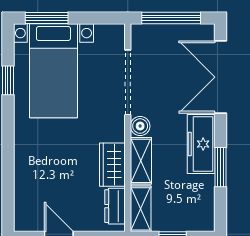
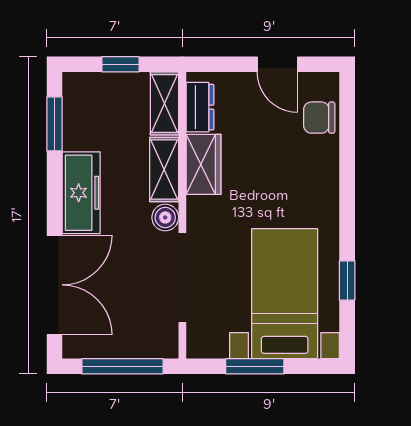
window: (47, 18) -> (255, 366), moved
window: (221, 167) -> (55, 124), moved
chair: (28, 199) -> (319, 118), added

